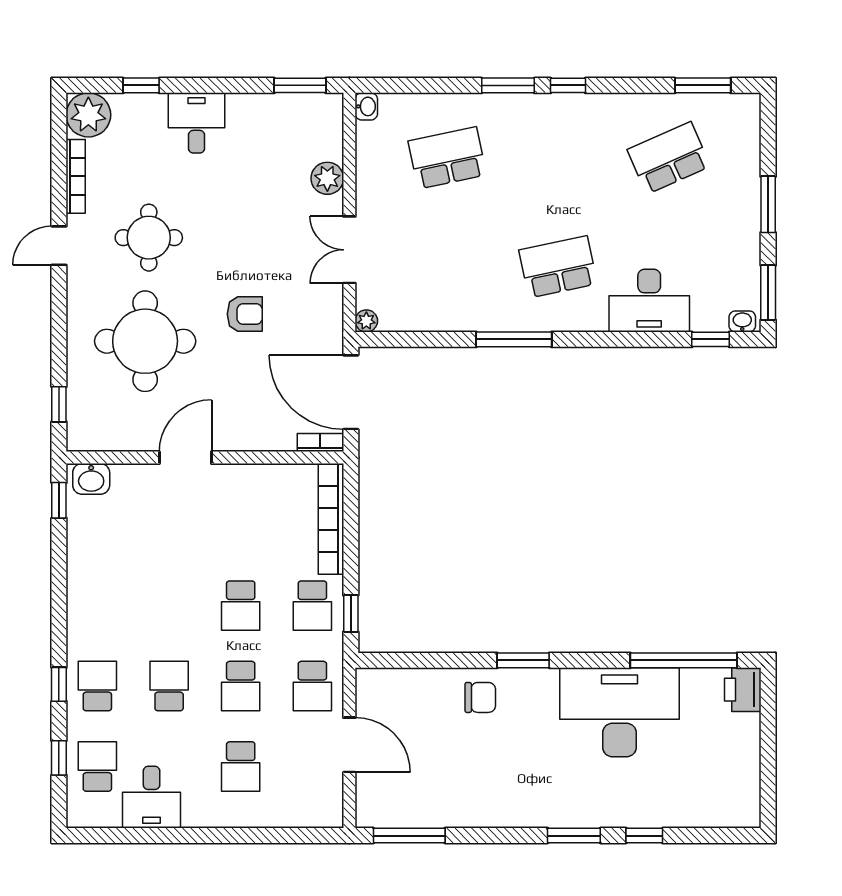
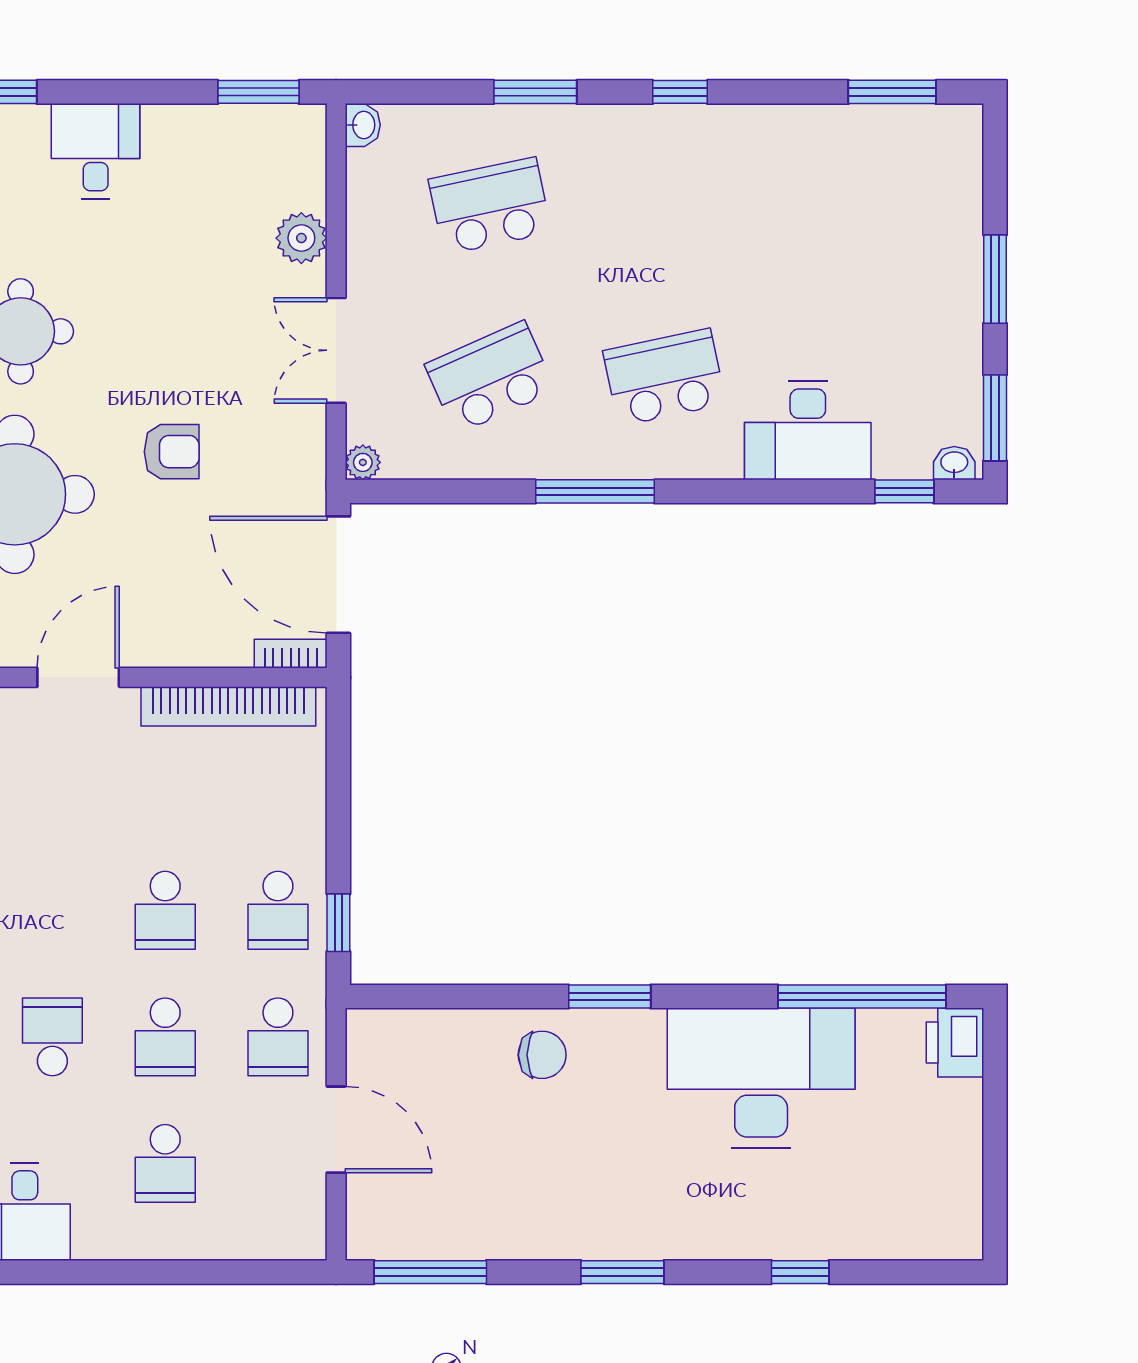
window: (508, 85) -> (535, 92), moved
school desk: (669, 158) -> (490, 377), moved
bookcase: (331, 519) -> (228, 706), moved, turned -90
window: (574, 836) -> (622, 1272), moved

